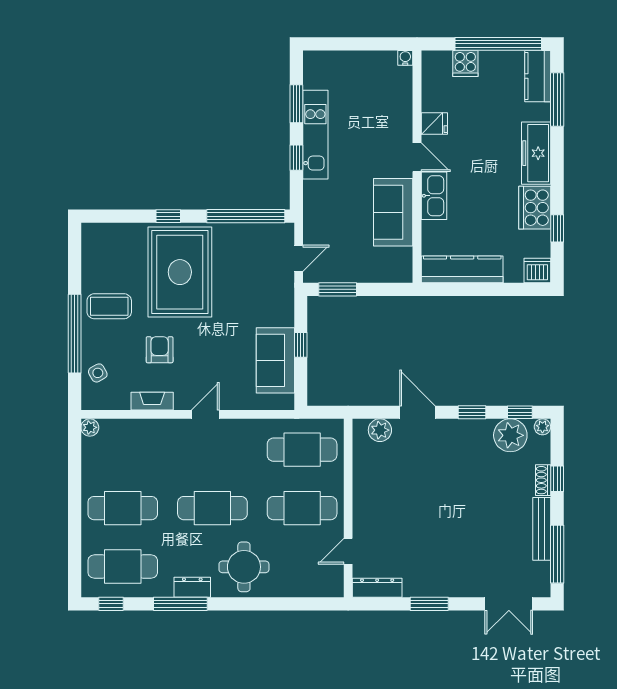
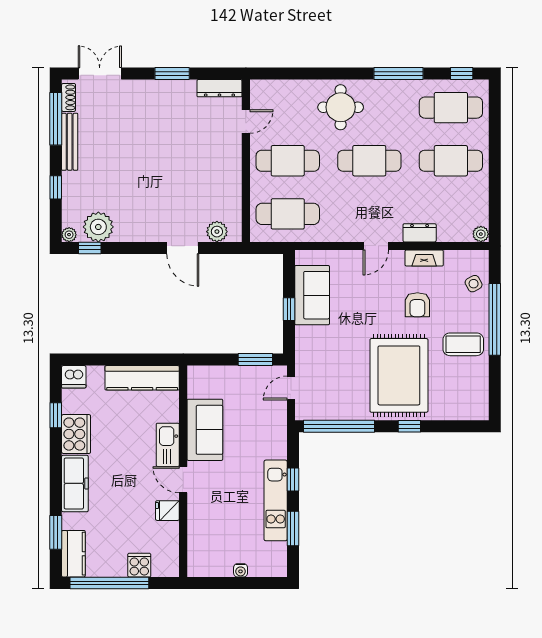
water cooler: (405, 58) -> (241, 570), moved
window: (557, 99) -> (56, 532), width x0.69
window: (472, 412) -> (133, 248), removed
shoe rack: (543, 480) -> (69, 97), moved
dresser: (192, 587) -> (420, 233), moved, turned 180

